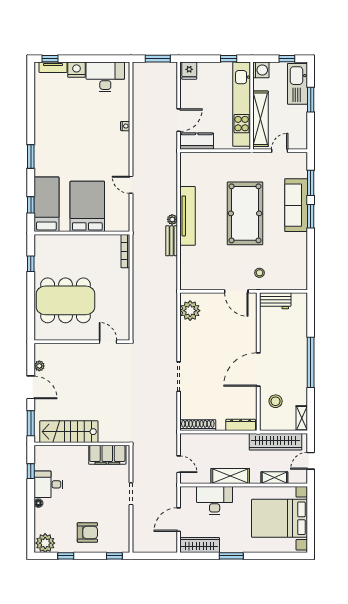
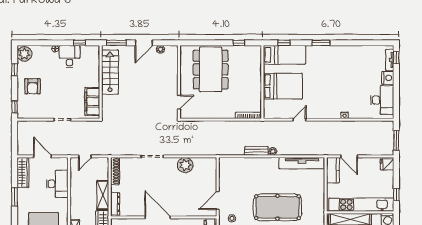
tv unit: (188, 216) -> (302, 163), moved
plant: (190, 311) -> (185, 165), moved
shelving: (230, 476) -> (103, 195), moved

